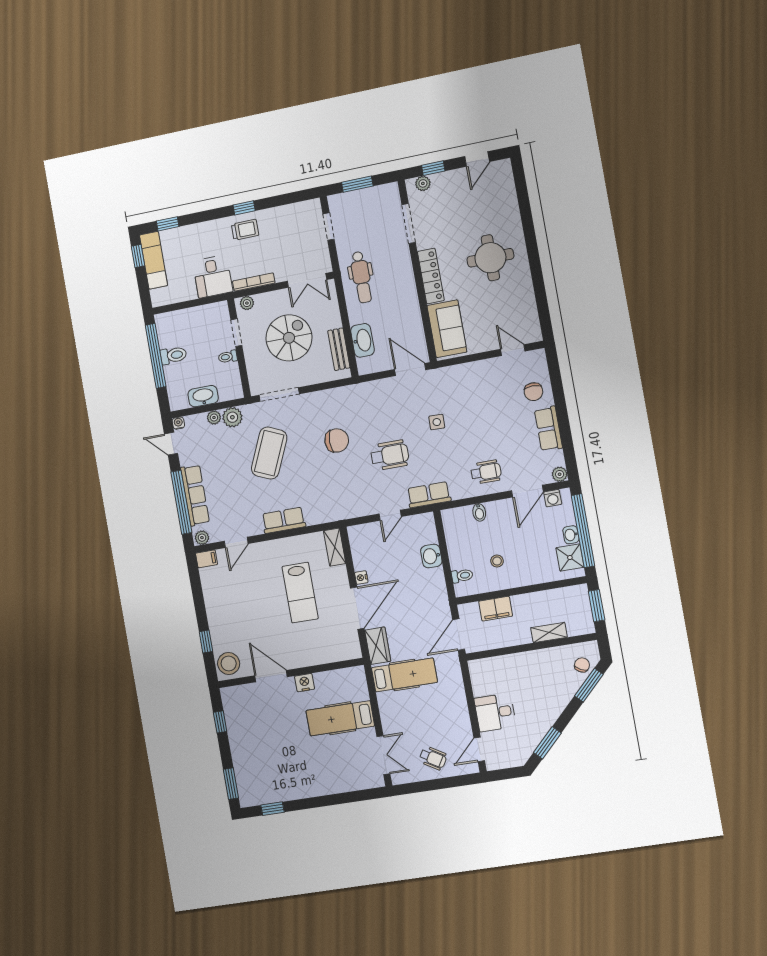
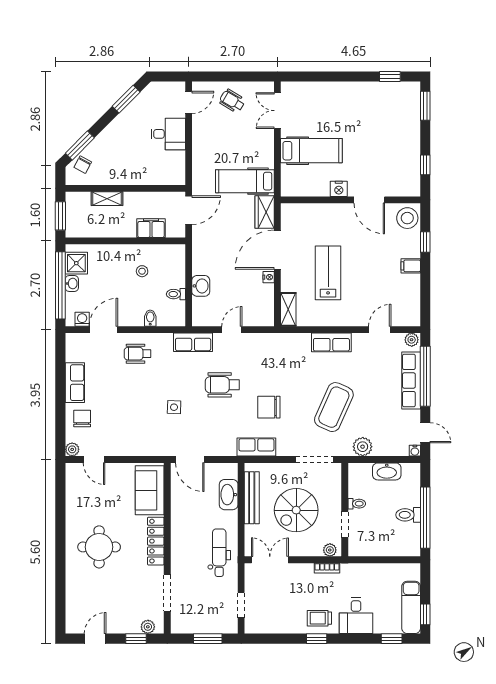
desk: (213, 276) -> (356, 616), moved, turned 180
bookcase: (254, 282) -> (327, 568), width x0.64
bench: (339, 349) -> (252, 498), width x1.36
row of seats: (342, 396) -> (256, 447), added
plant: (214, 417) -> (380, 450), removed
plant: (560, 474) -> (72, 449), moved
filing cabinet: (207, 559) -> (411, 266), moved
toilet: (462, 576) -> (176, 294), moved

